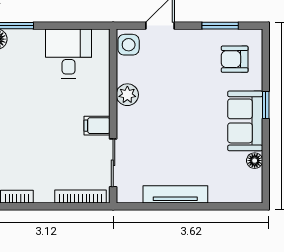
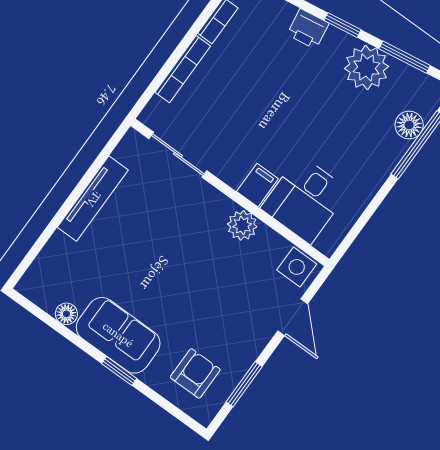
desk: (69, 53) -> (305, 199), moved, turned 90
filing cabinet: (97, 126) -> (257, 185), moved
bookcase: (80, 196) -> (183, 69), moved

